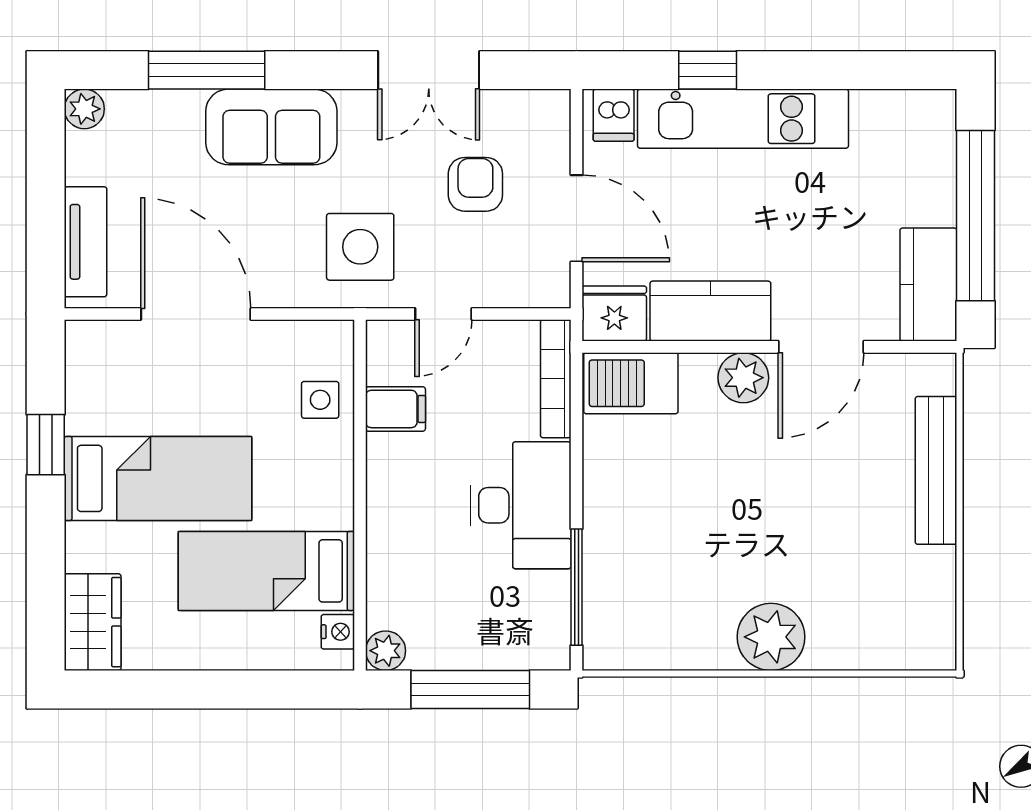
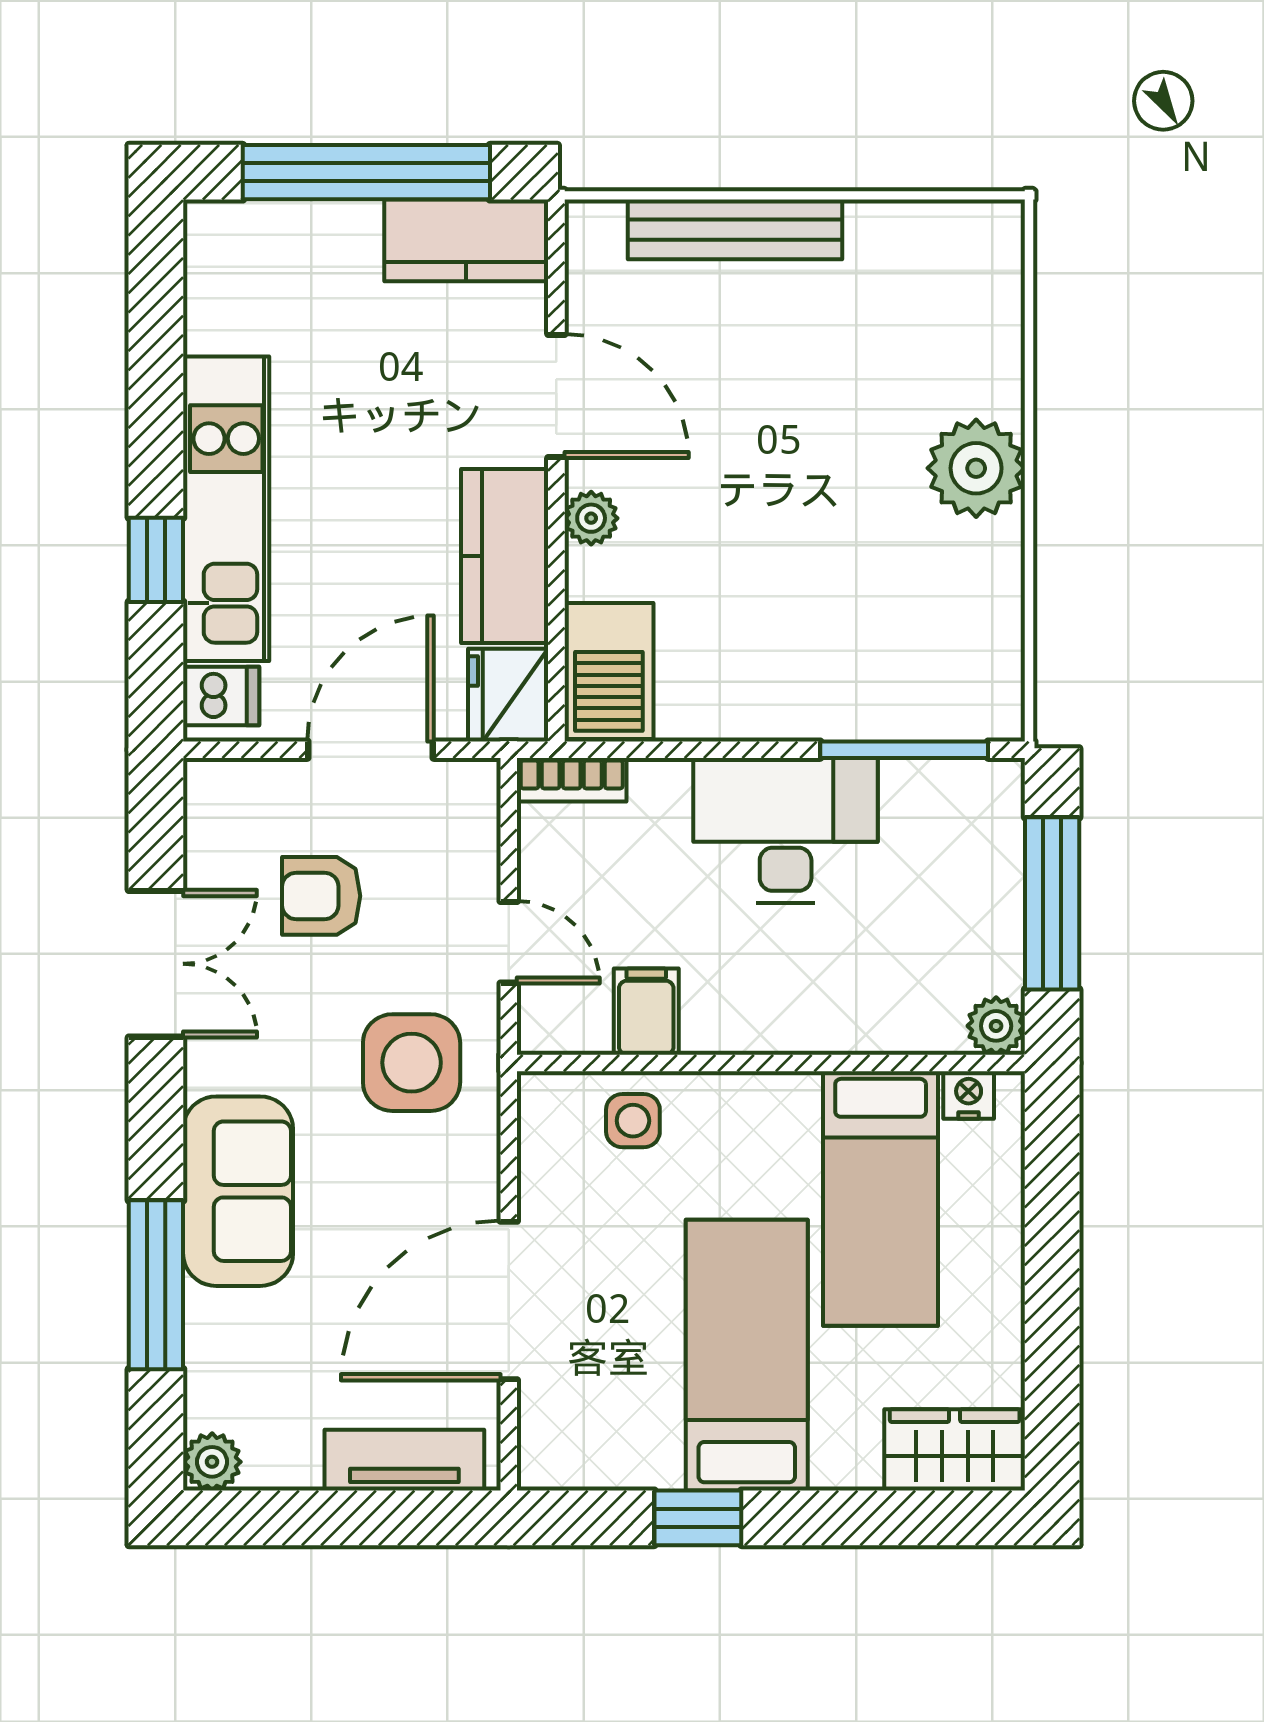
plant: (743, 378) -> (591, 518), width x0.73, depth x0.73
bookcase: (556, 379) -> (572, 780), width x0.64

